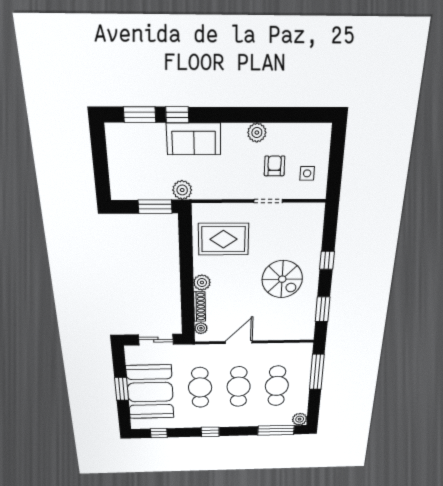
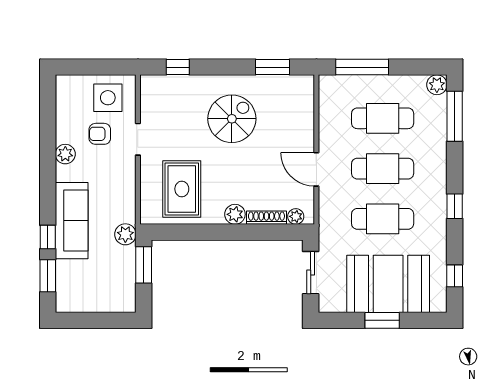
sofa: (194, 139) -> (72, 221), width x1.36
side table: (307, 173) -> (108, 98), width x1.87, depth x1.87
window: (327, 260) -> (178, 67), moved

